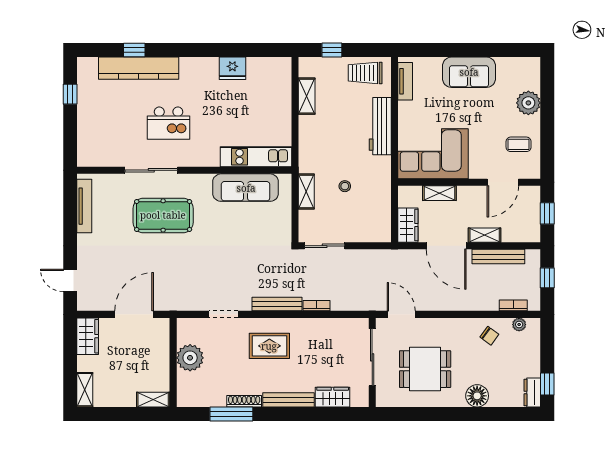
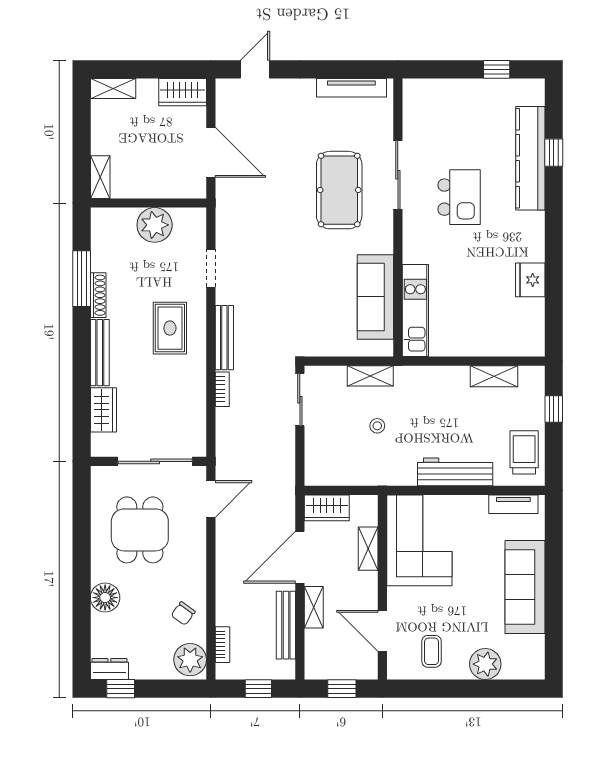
sofa: (469, 72) -> (525, 587), width x1.36
kitchen island: (169, 123) -> (459, 197), turned 180
plant: (519, 325) -> (190, 660), width x1.88, depth x1.88

